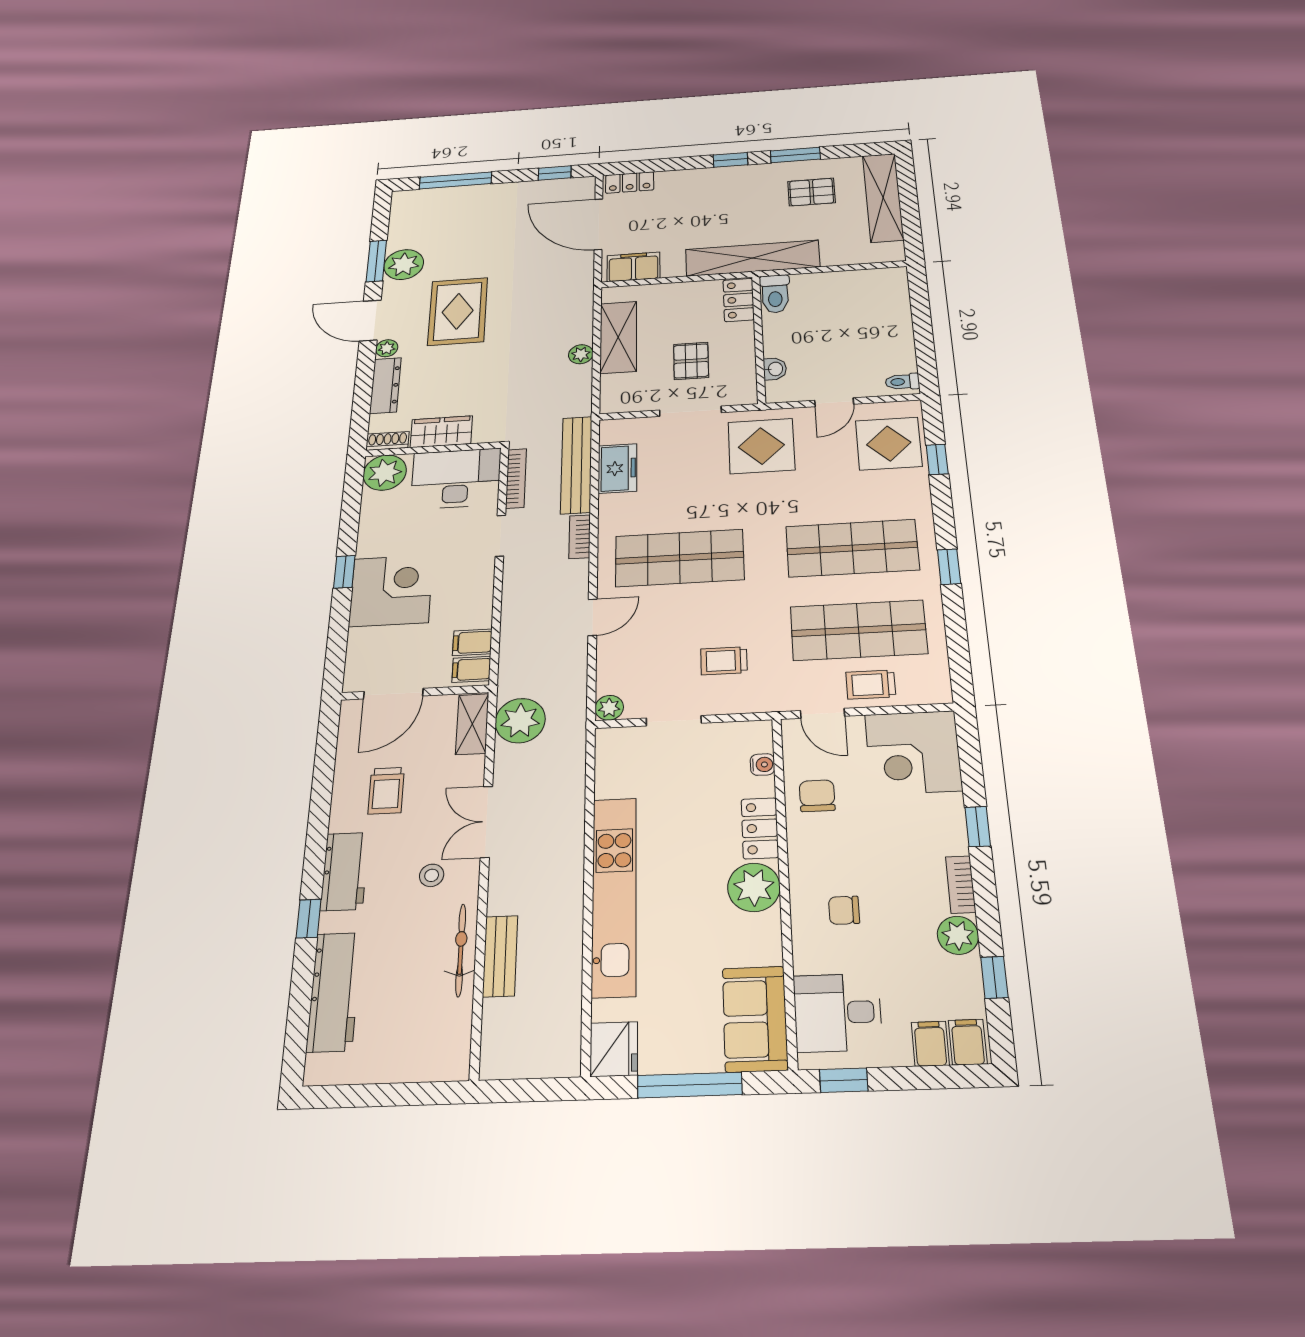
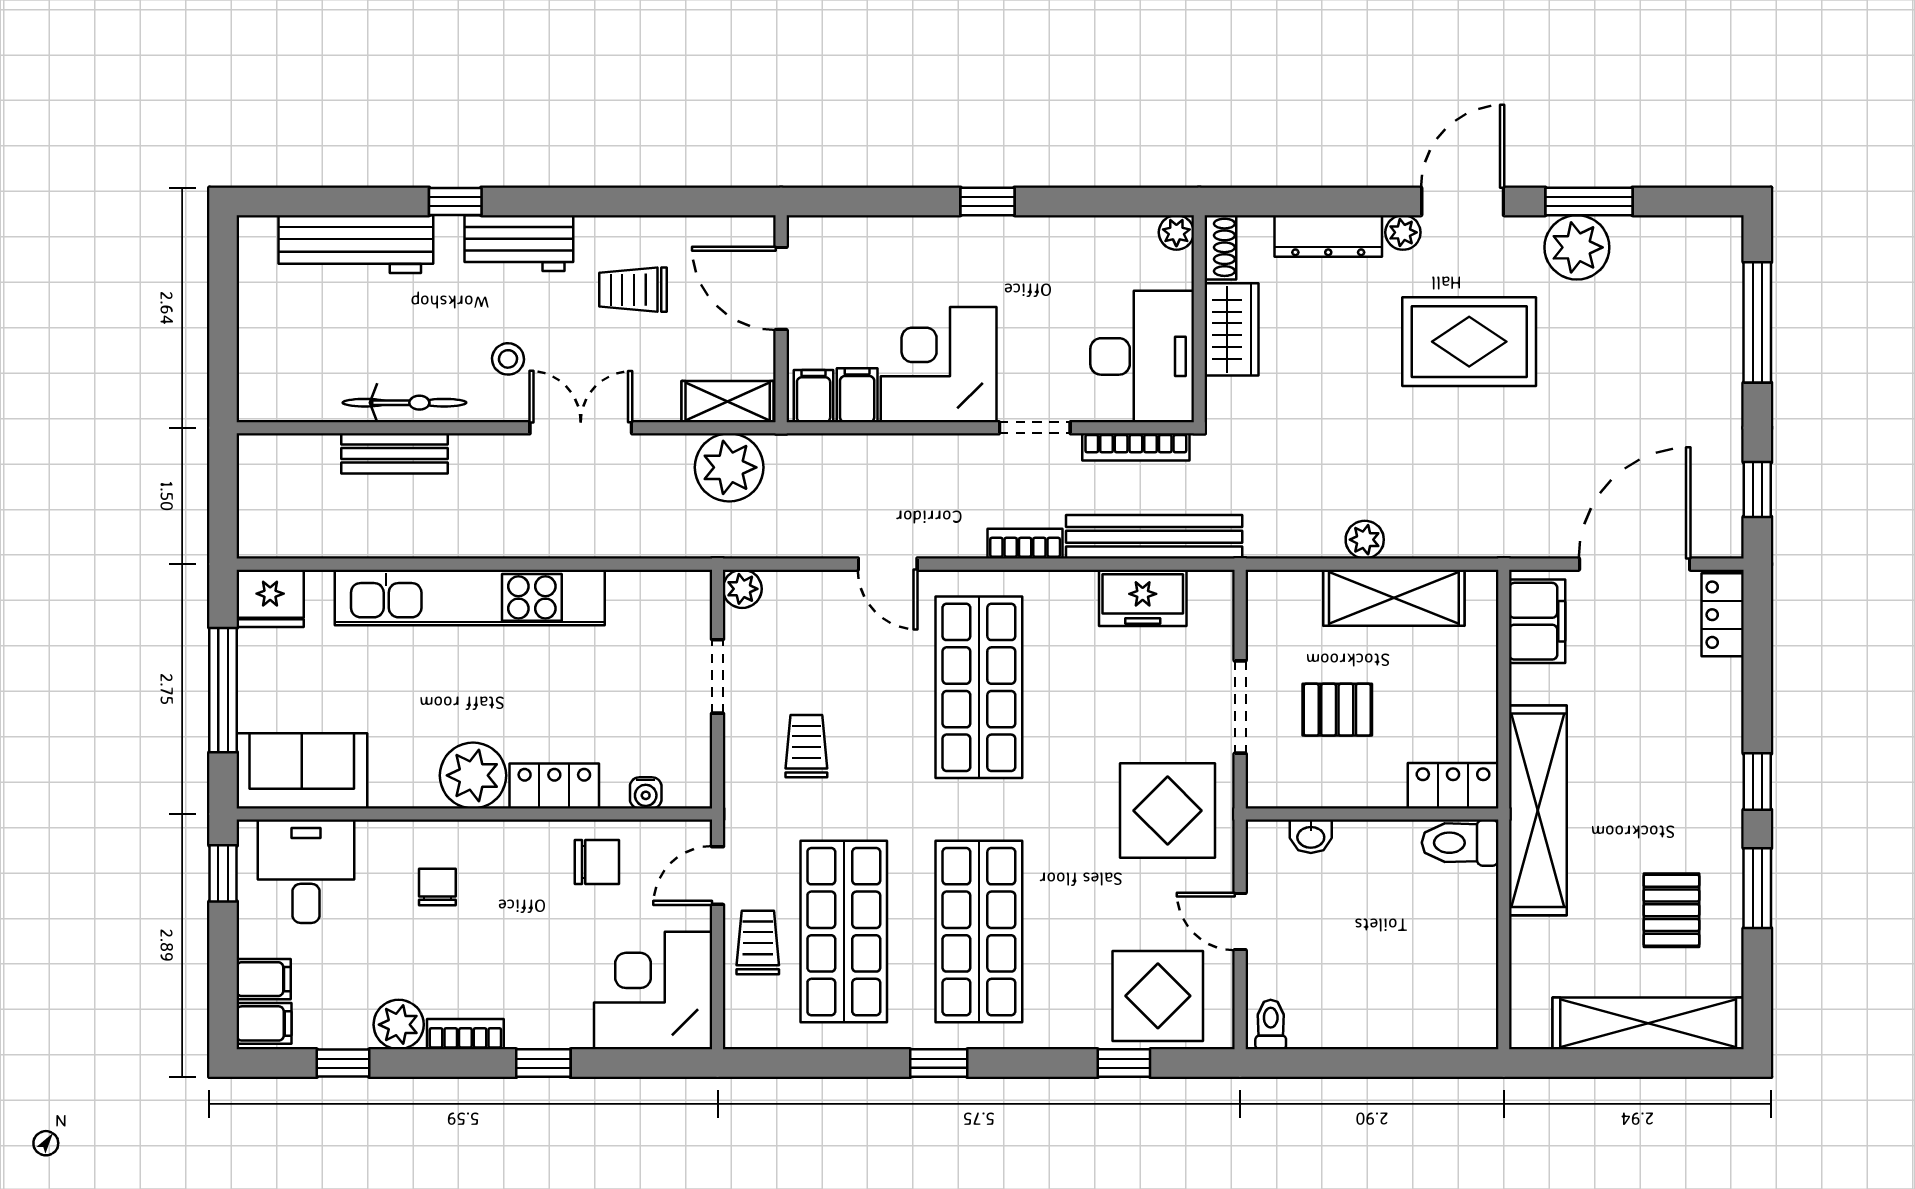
plant: (385, 473) -> (1176, 232), width x0.53, depth x0.53
corner desk: (391, 591) -> (939, 365), moved, turned 180

